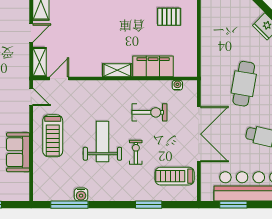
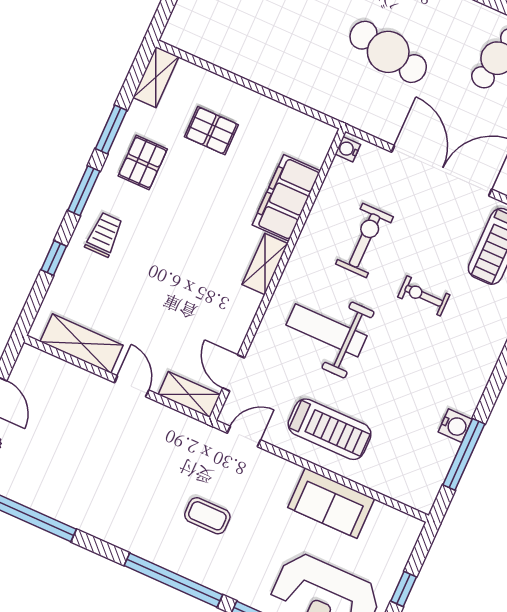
pallet: (169, 17) -> (211, 131), turned 90
water cooler: (177, 85) -> (348, 149), moved
weight bench: (102, 142) -> (327, 330), moved

